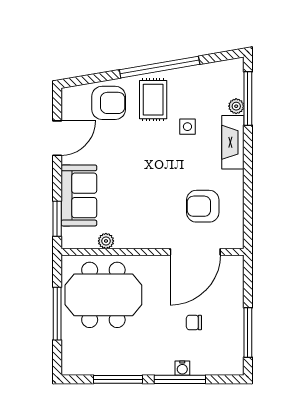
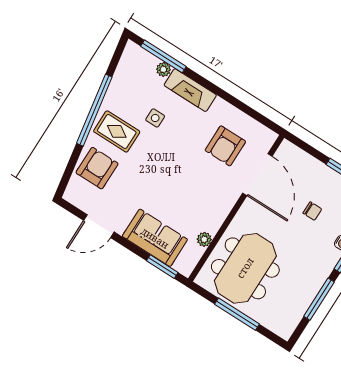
door: (57, 138) -> (99, 226), swing flipped
chair: (194, 323) -> (312, 211), turned -90

